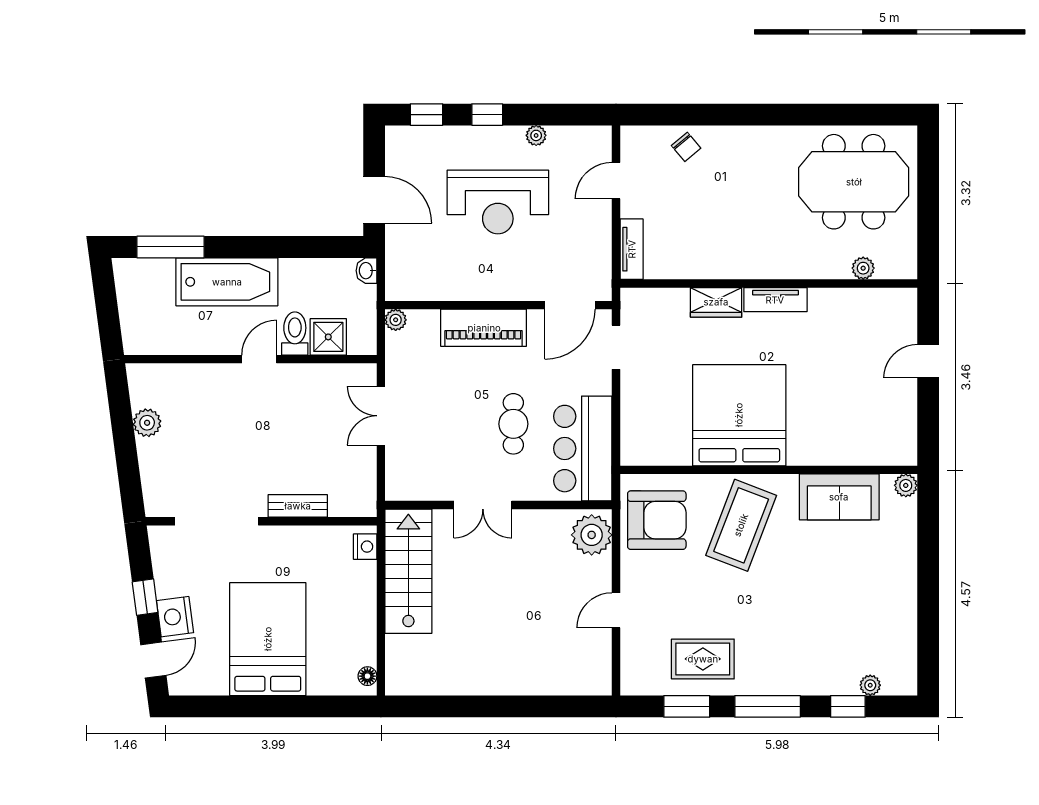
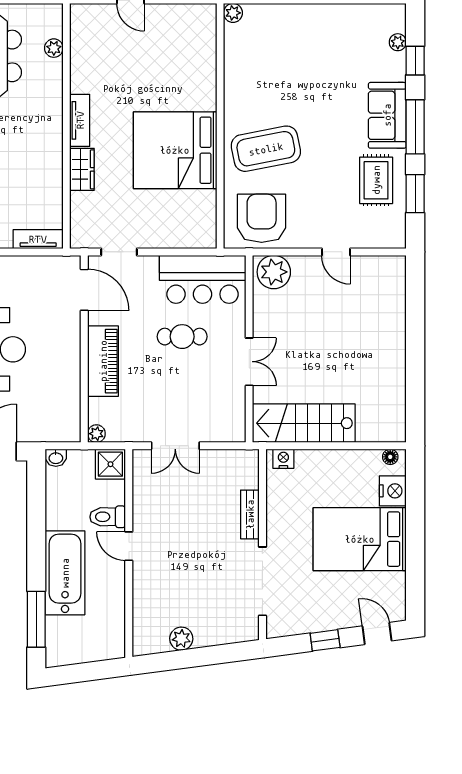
shower: (328, 337) -> (110, 464), moved
sofa: (839, 497) -> (387, 115), moved, turned 180
coffee table: (741, 525) -> (266, 149), turned -32
nightstand: (175, 617) -> (393, 491), moved, turned -82

